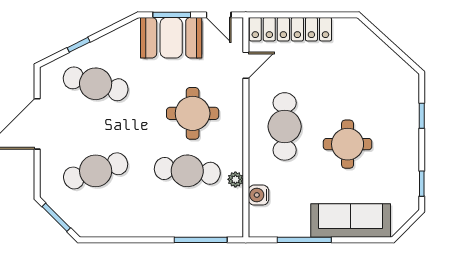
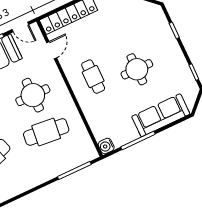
cafe table: (285, 126) -> (93, 77), width x0.73, depth x0.74
plant: (235, 179) -> (78, 123), removed
water cooler: (258, 195) -> (106, 146), moved

